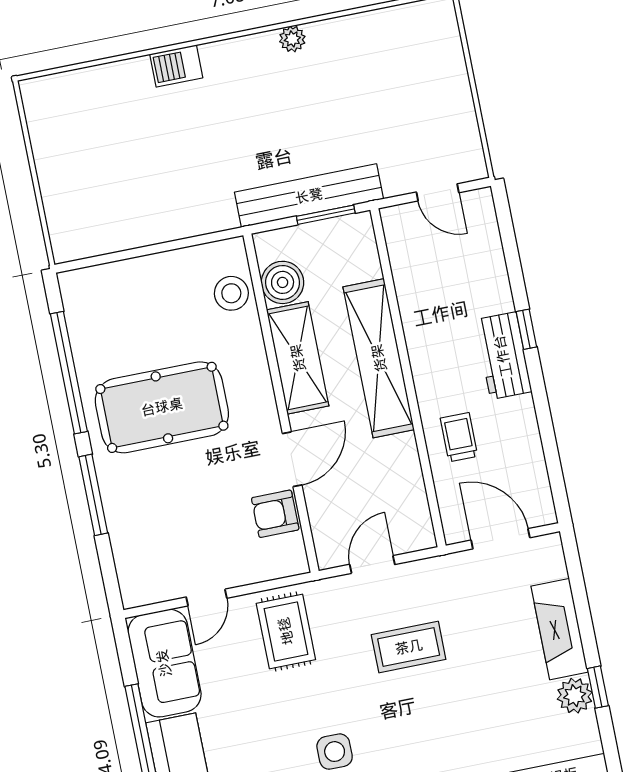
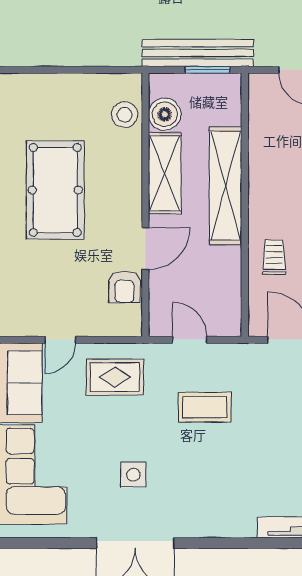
pool table: (162, 407) -> (55, 190), turned 90
armchair: (275, 514) -> (124, 287), turned -90
door: (372, 564) -> (190, 340), hinge flipped
rug: (286, 631) -> (115, 377), turned 90

